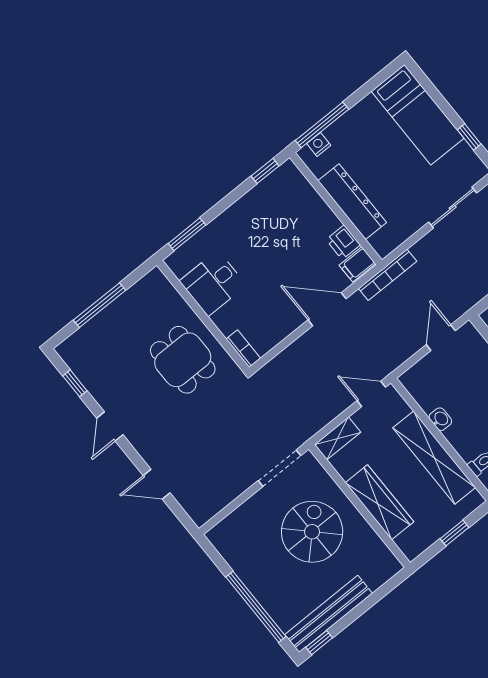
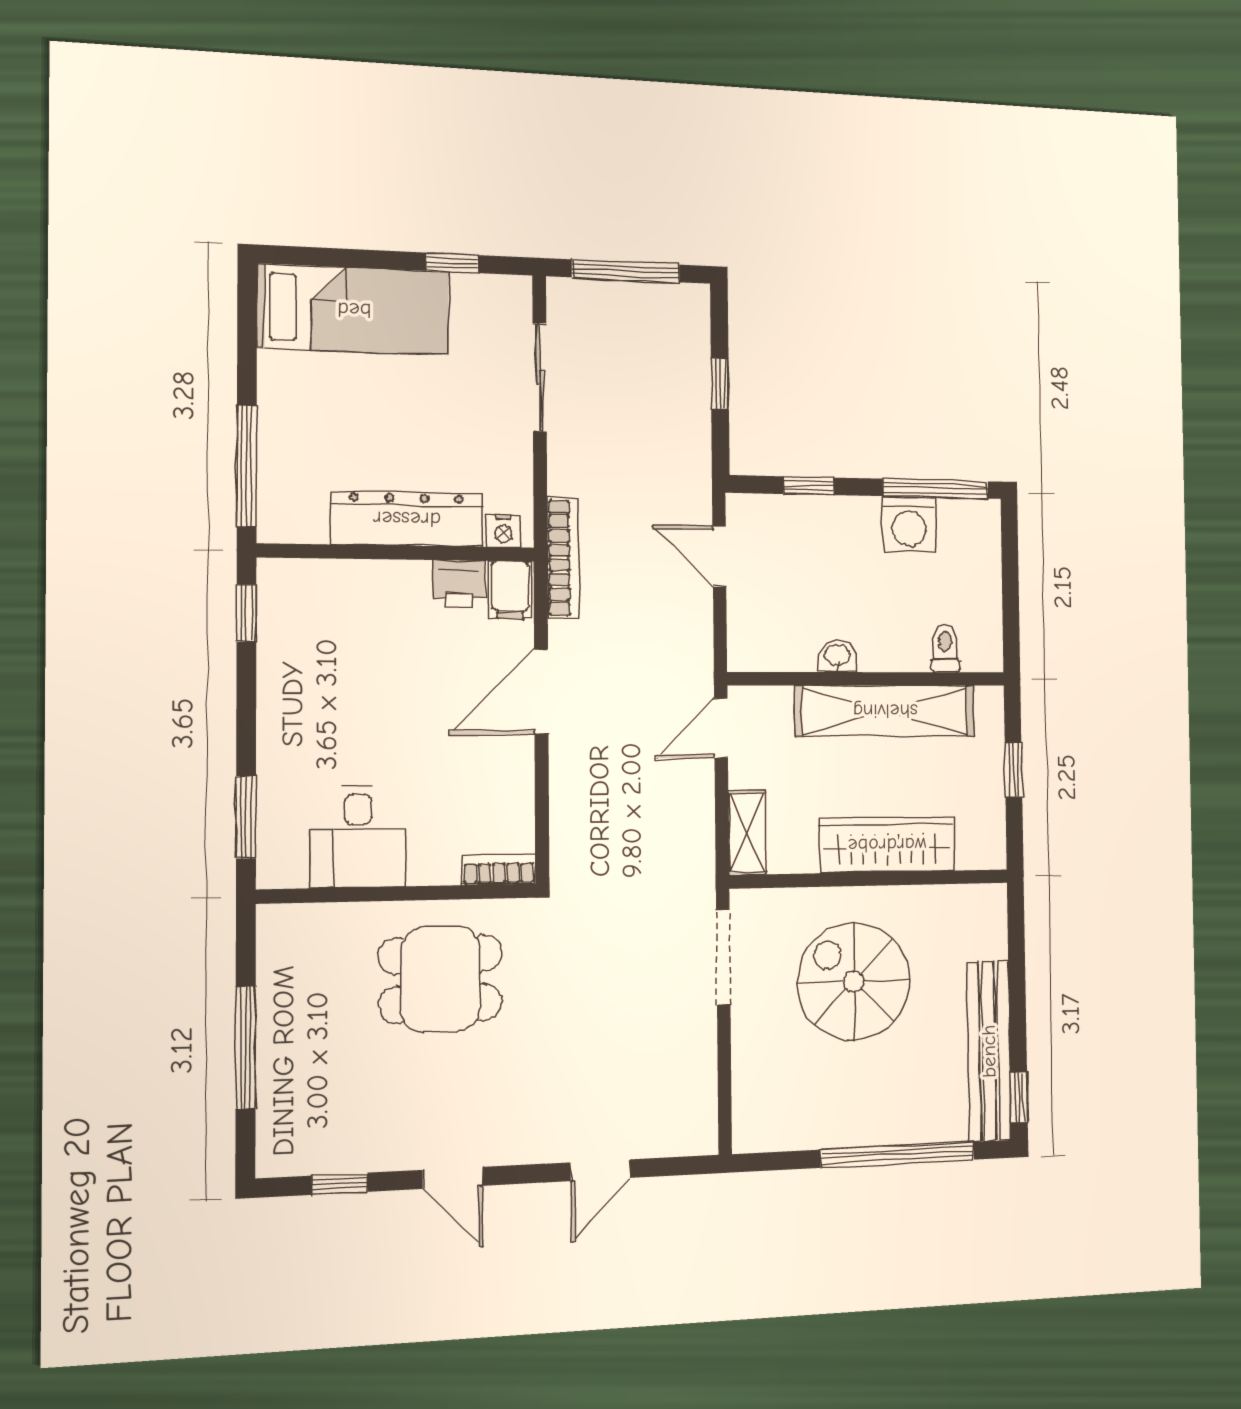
nightstand: (319, 144) -> (503, 531), moved, turned -90

